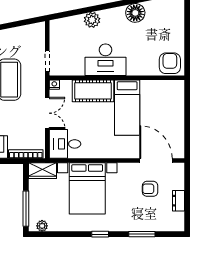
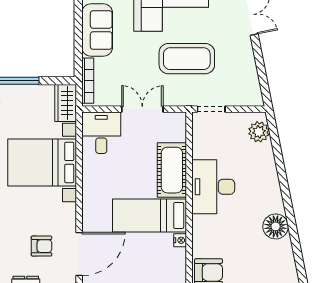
plant: (92, 20) -> (259, 132), moved
nightstand: (54, 85) -> (180, 240), moved
double door: (47, 113) -> (142, 109), swing flipped
armchair: (150, 189) -> (42, 246), turned 90

